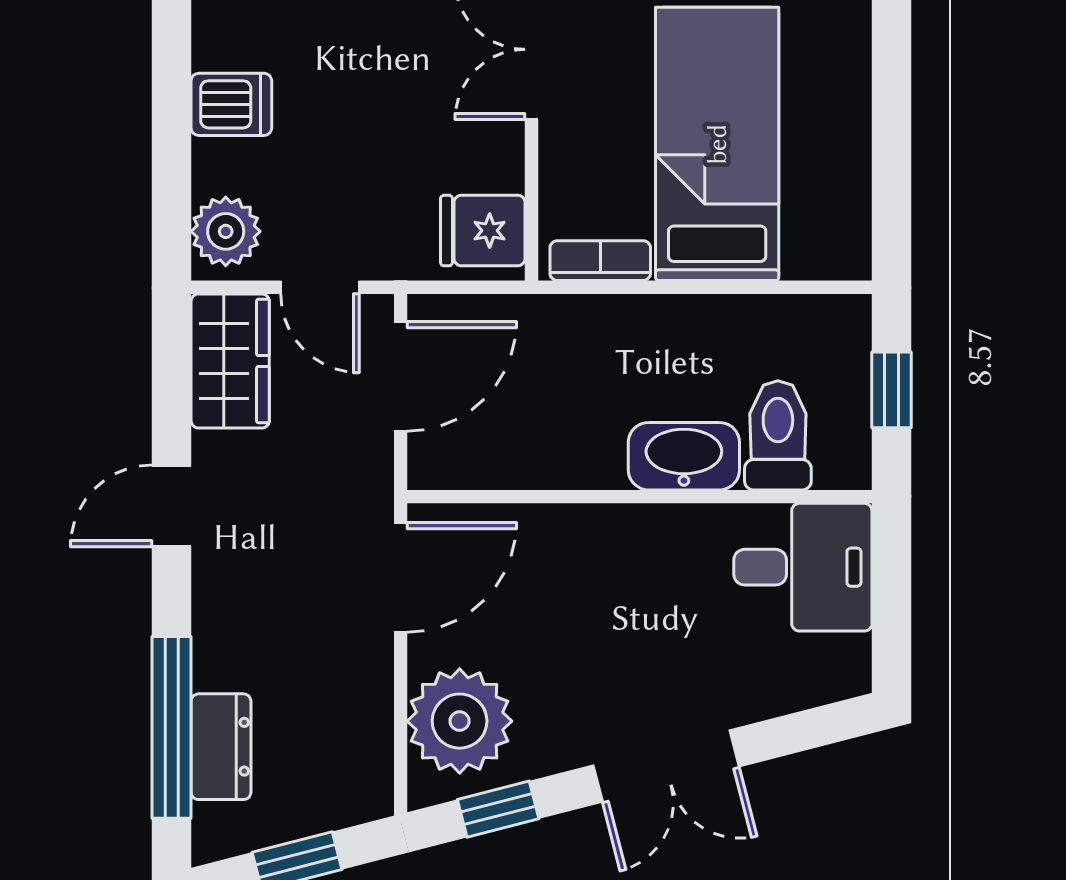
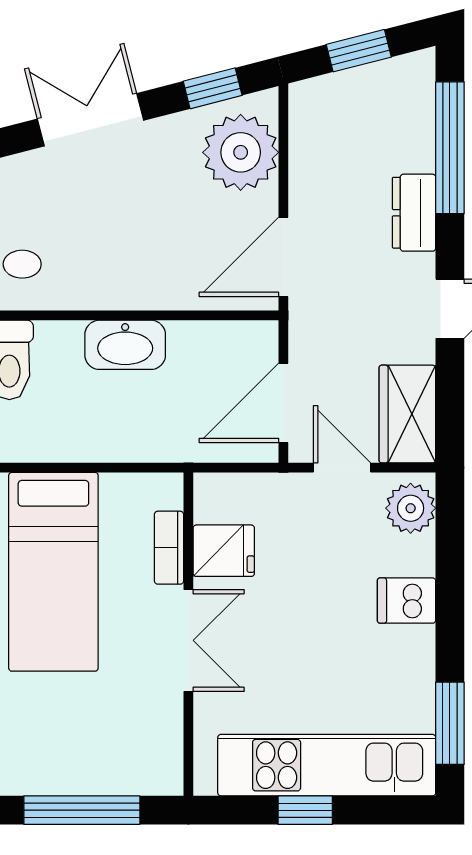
fridge: (483, 231) -> (224, 551), moved
bookcase: (600, 261) -> (169, 548), moved, turned 90
washbasin: (684, 456) -> (125, 345), moved
dresser: (221, 747) -> (414, 213), moved

